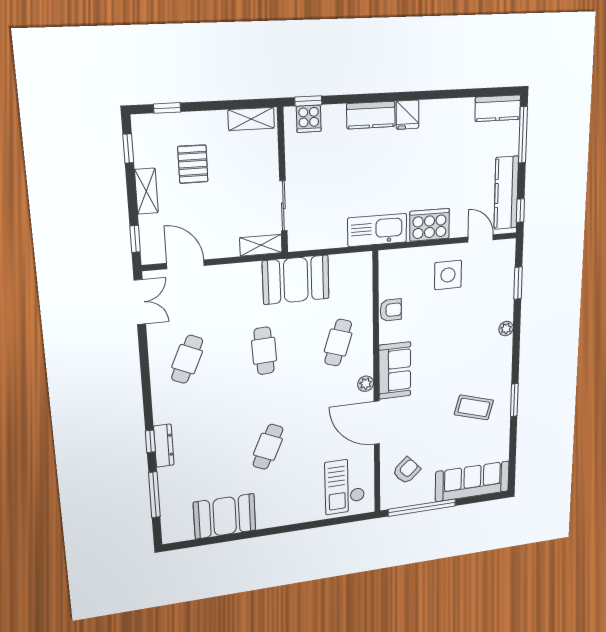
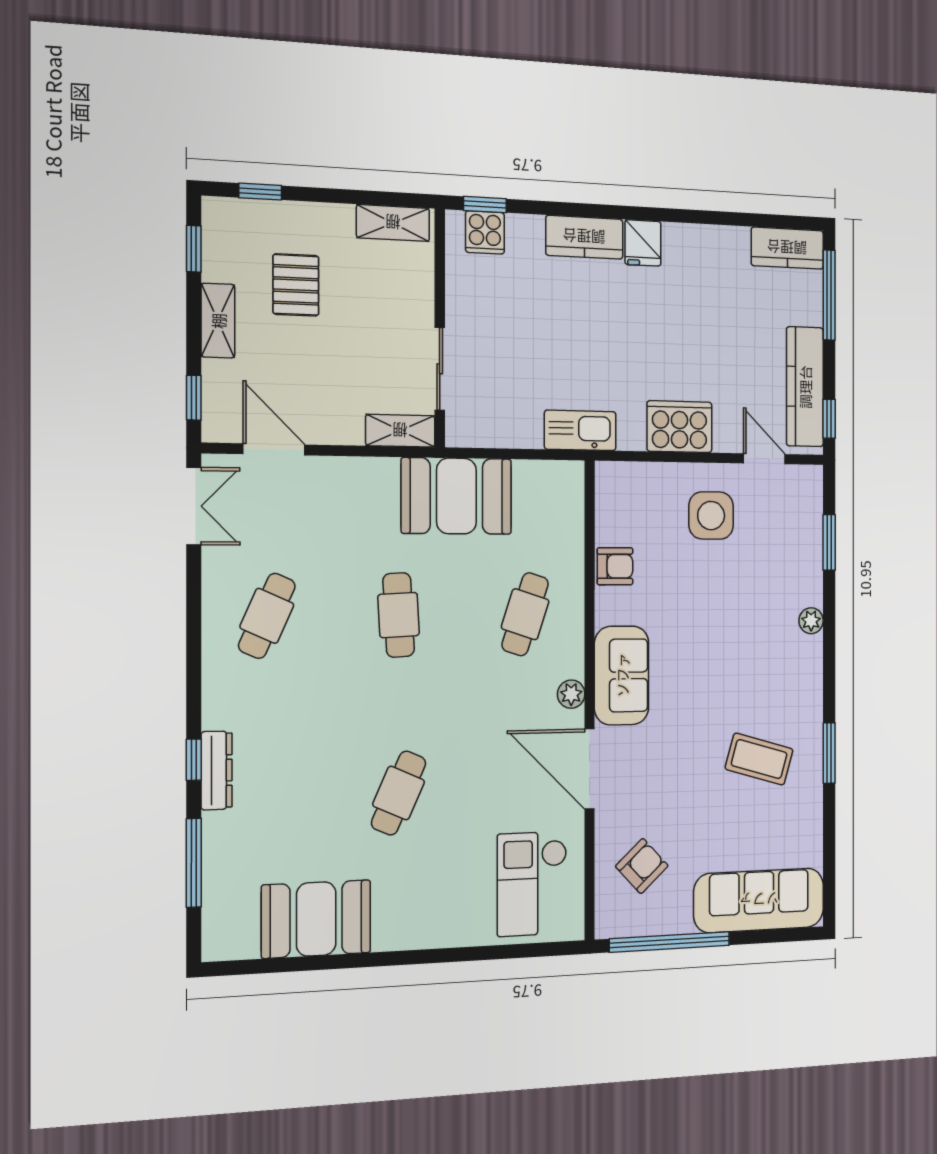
kitchen sink: (377, 230) -> (580, 430), width x0.73, depth x0.81

